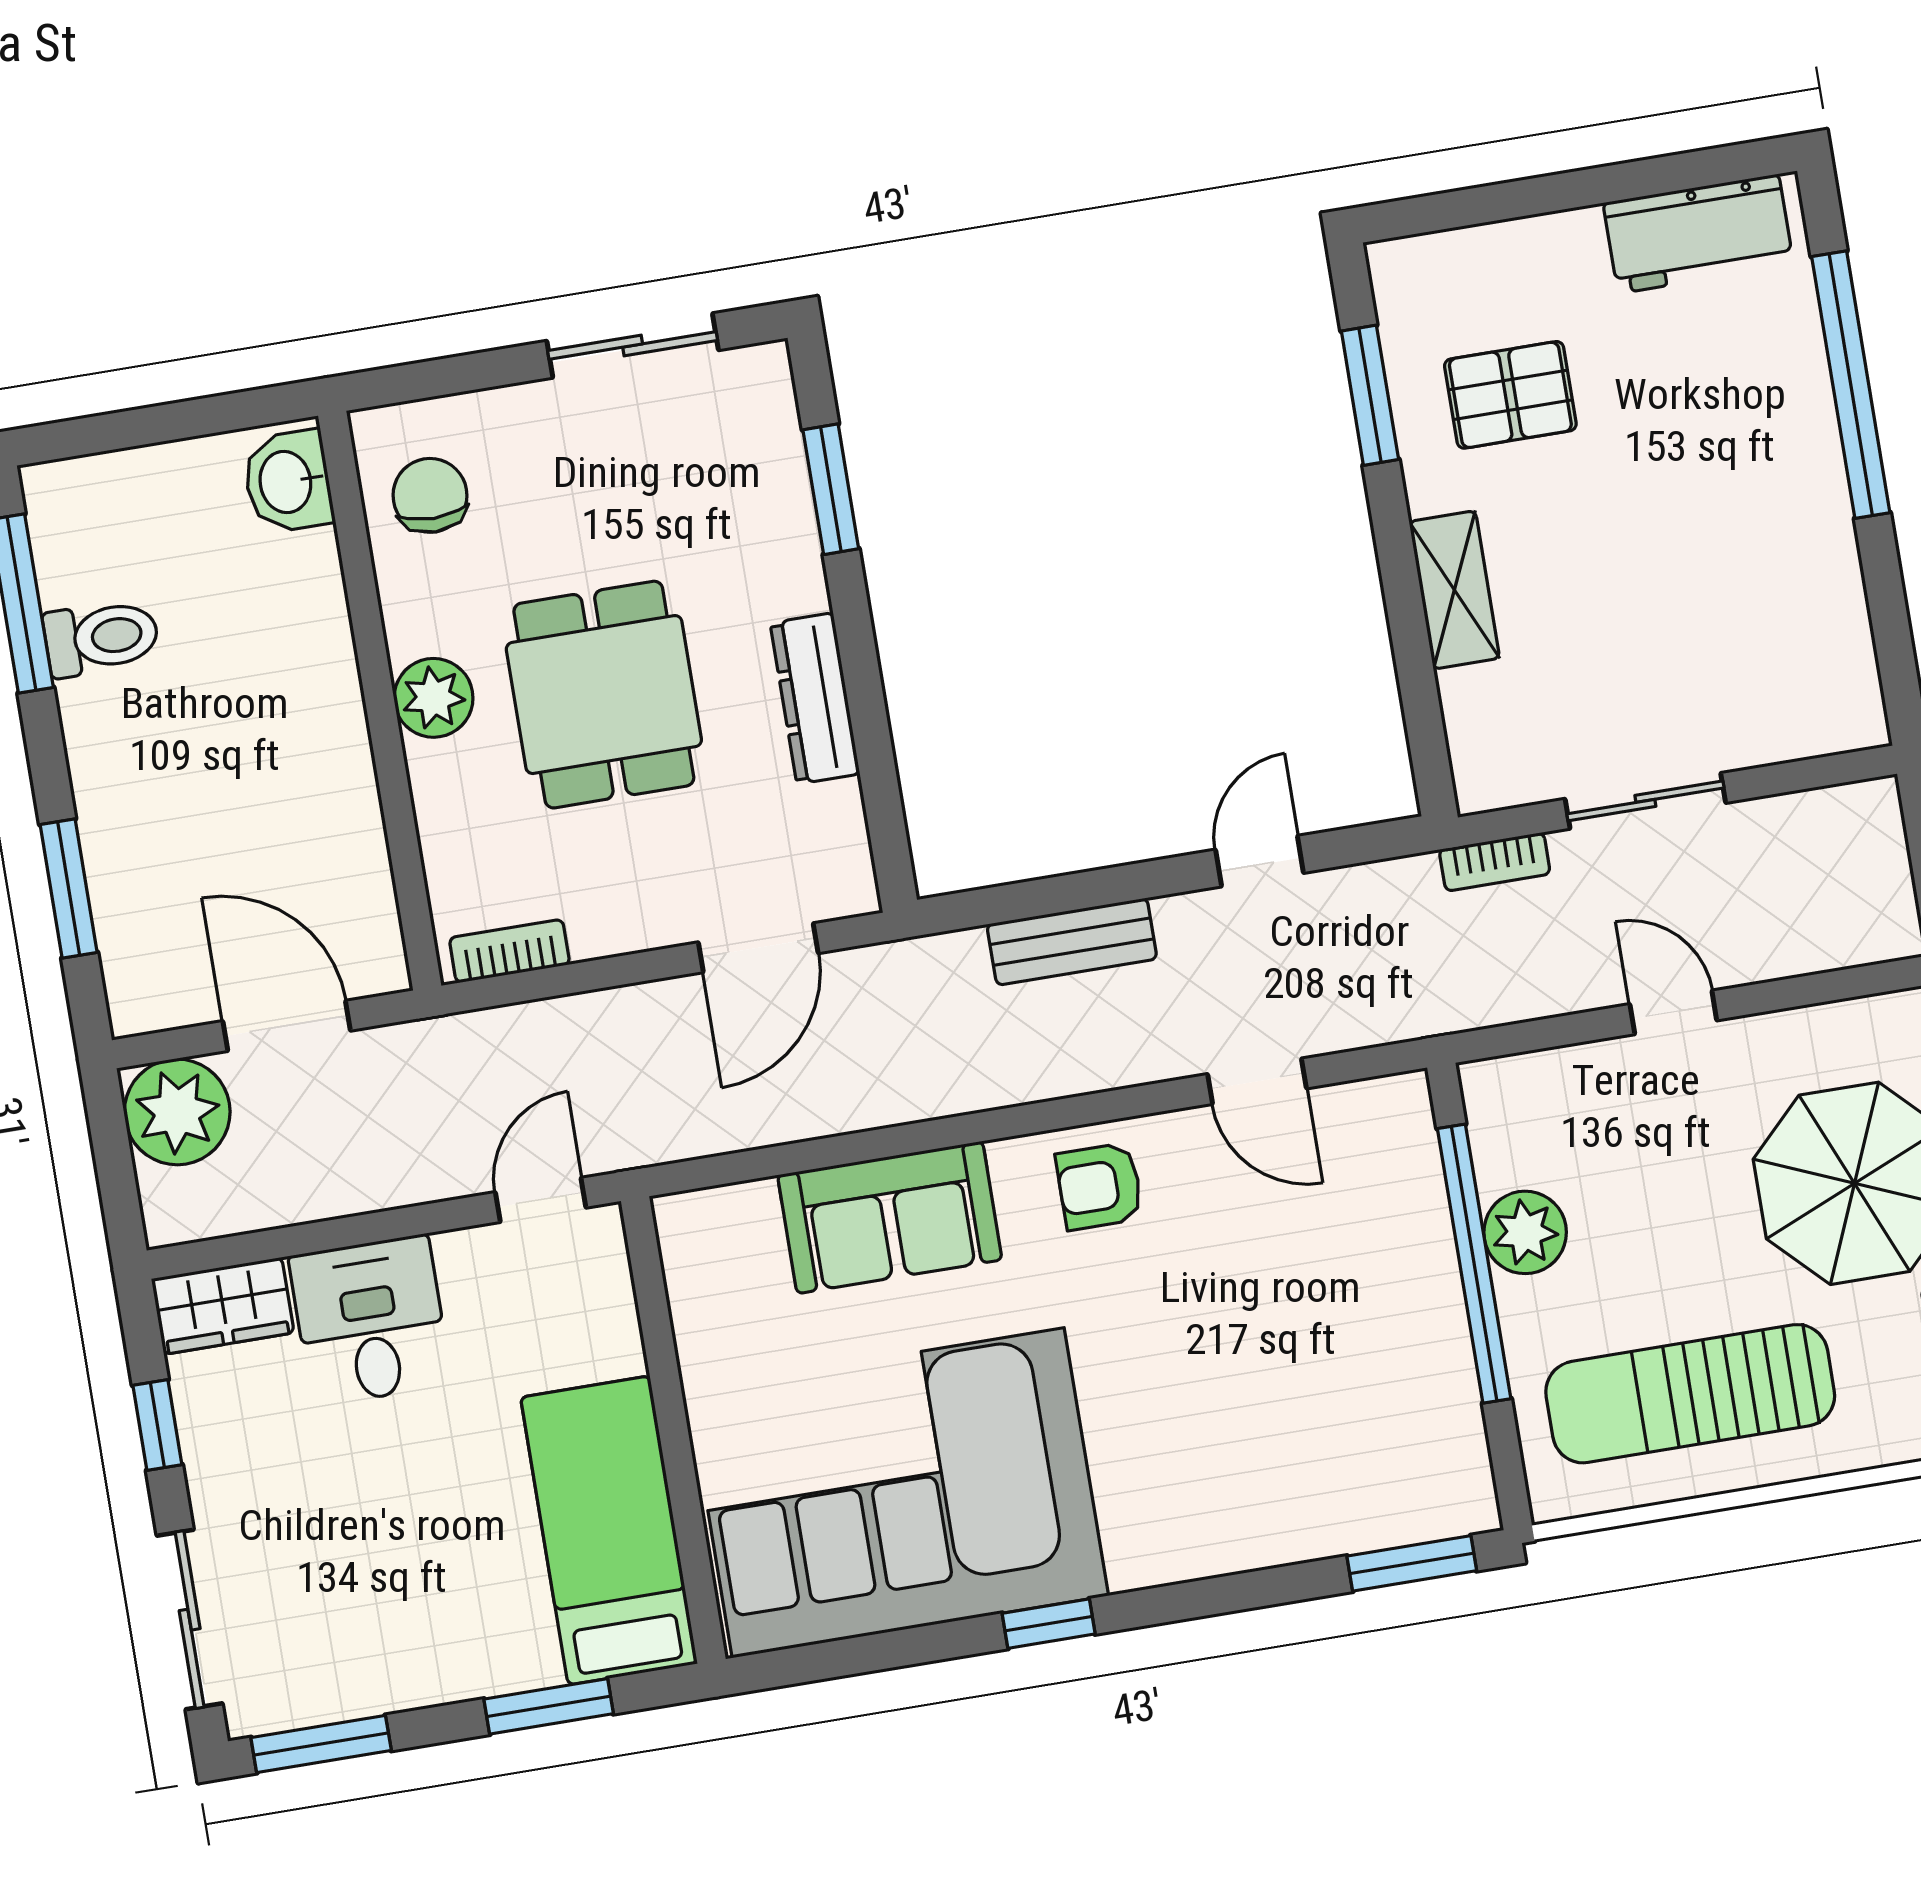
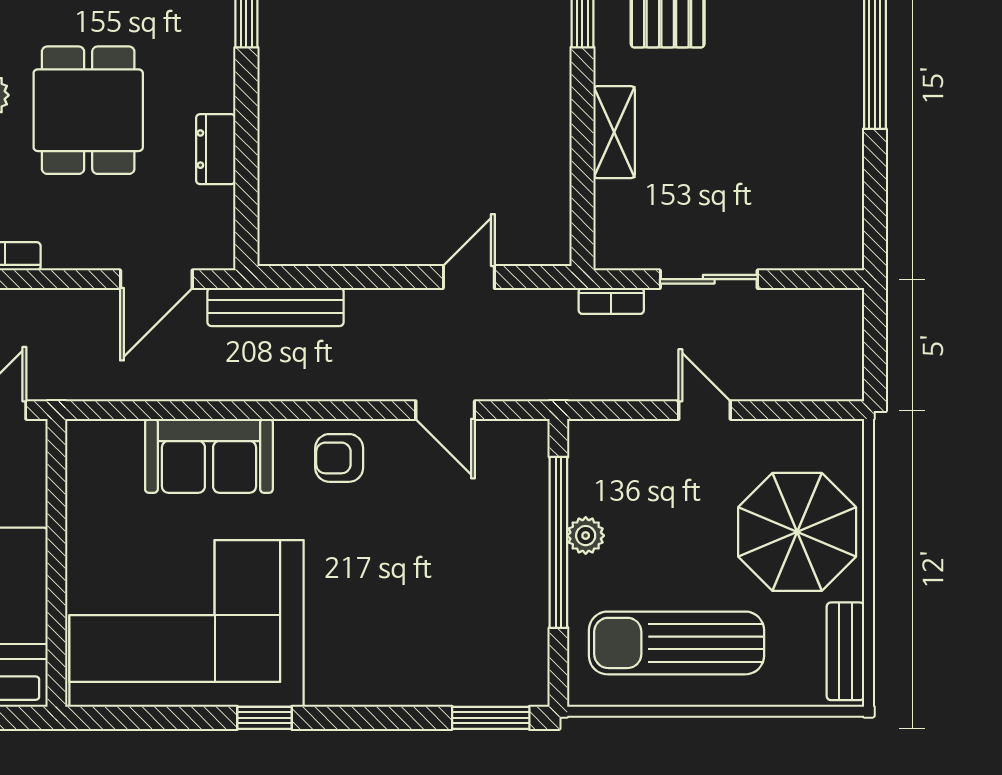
dresser: (815, 698) -> (216, 149), width x0.70
bench: (1072, 942) -> (276, 307), moved, width x1.36
plant: (1525, 1232) -> (586, 536), width x0.73, depth x0.73

